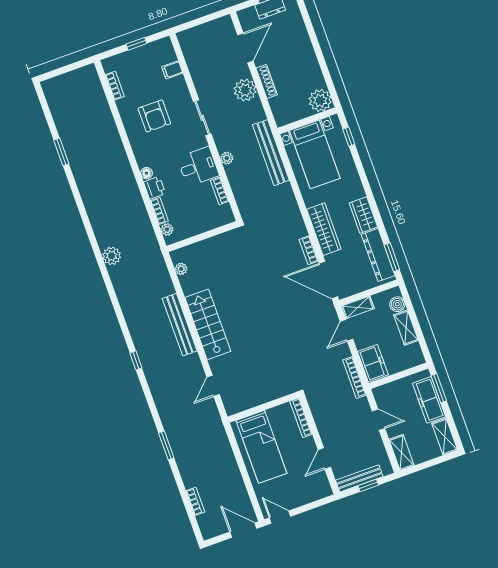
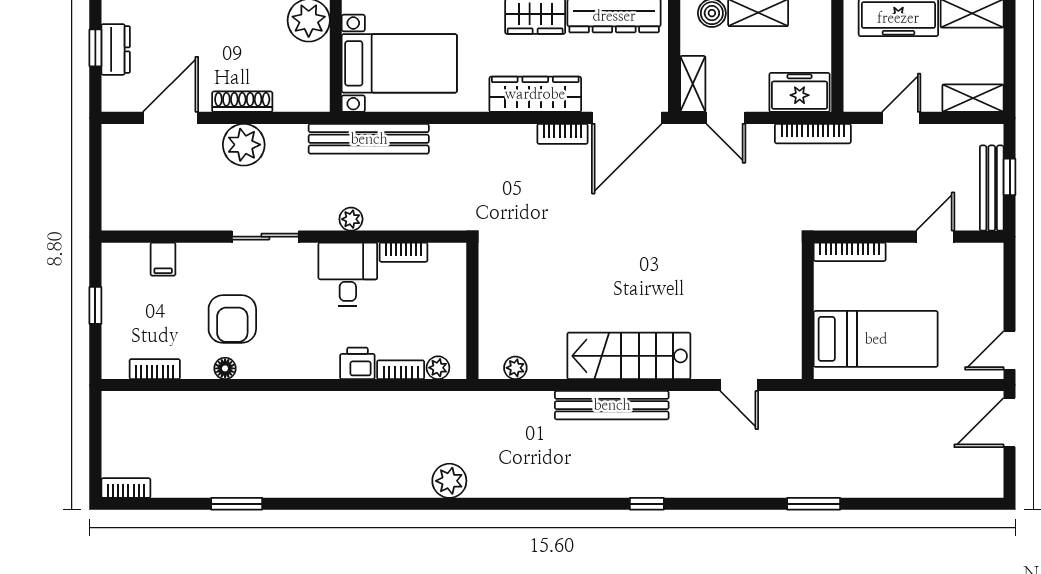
door: (245, 48) -> (171, 118), hinge flipped
armchair: (154, 116) -> (232, 319), turned 90
floor lamp: (146, 173) -> (225, 368), moved
door: (324, 458) -> (935, 237), swing flipped
bookcase: (195, 501) -> (126, 488), moved

